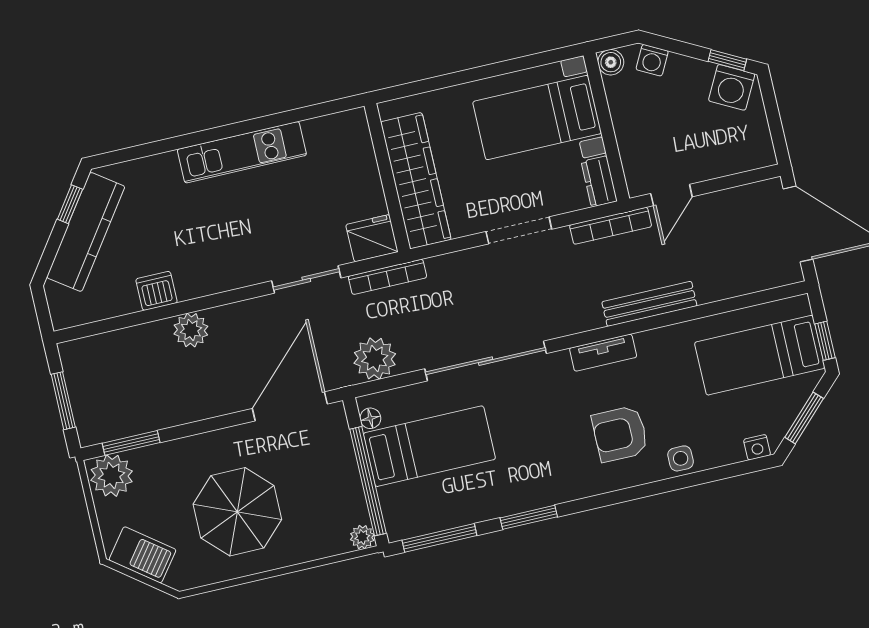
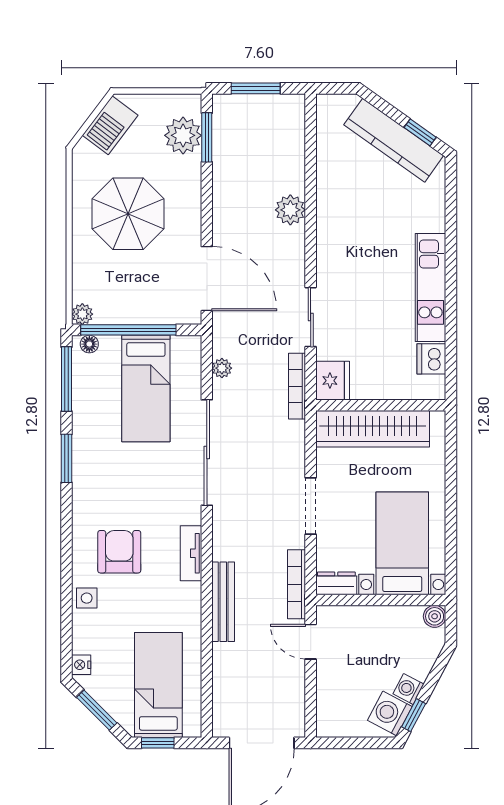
washing machine: (652, 60) -> (408, 689), moved
dishwasher: (156, 291) -> (431, 359), moved, turned 180
plant: (375, 359) -> (222, 368), width x0.53, depth x0.53
floor lamp: (370, 418) -> (89, 344), moved
plant: (112, 476) -> (183, 135), moved

